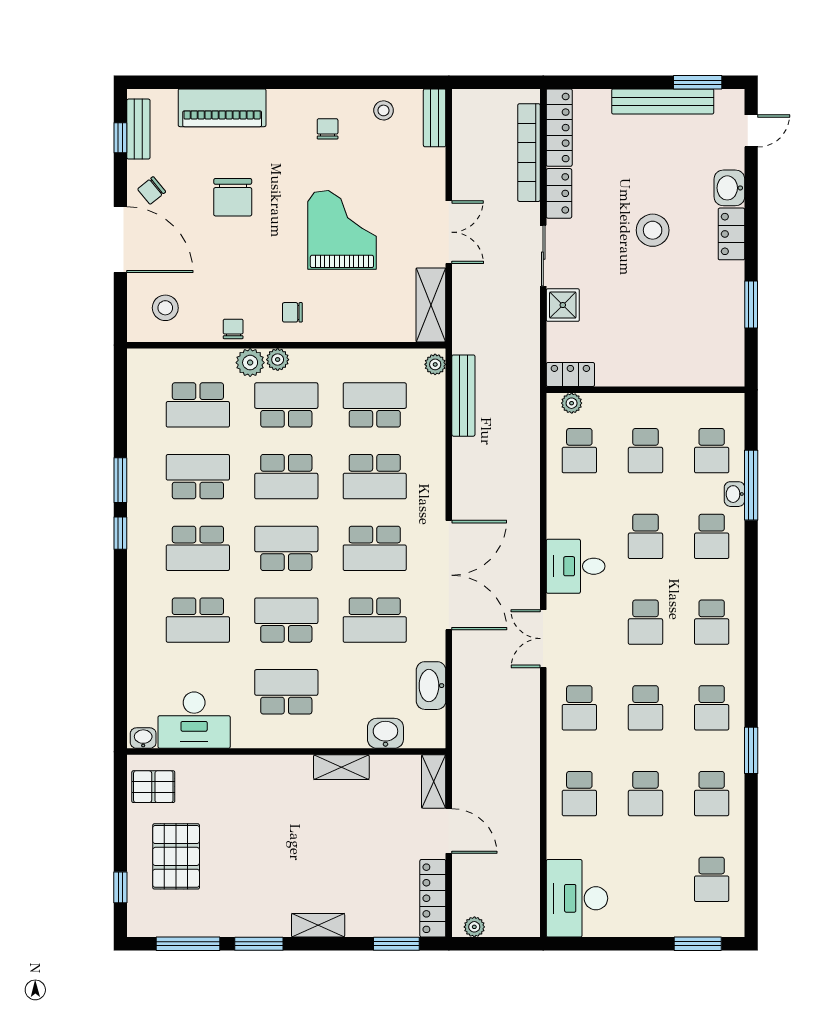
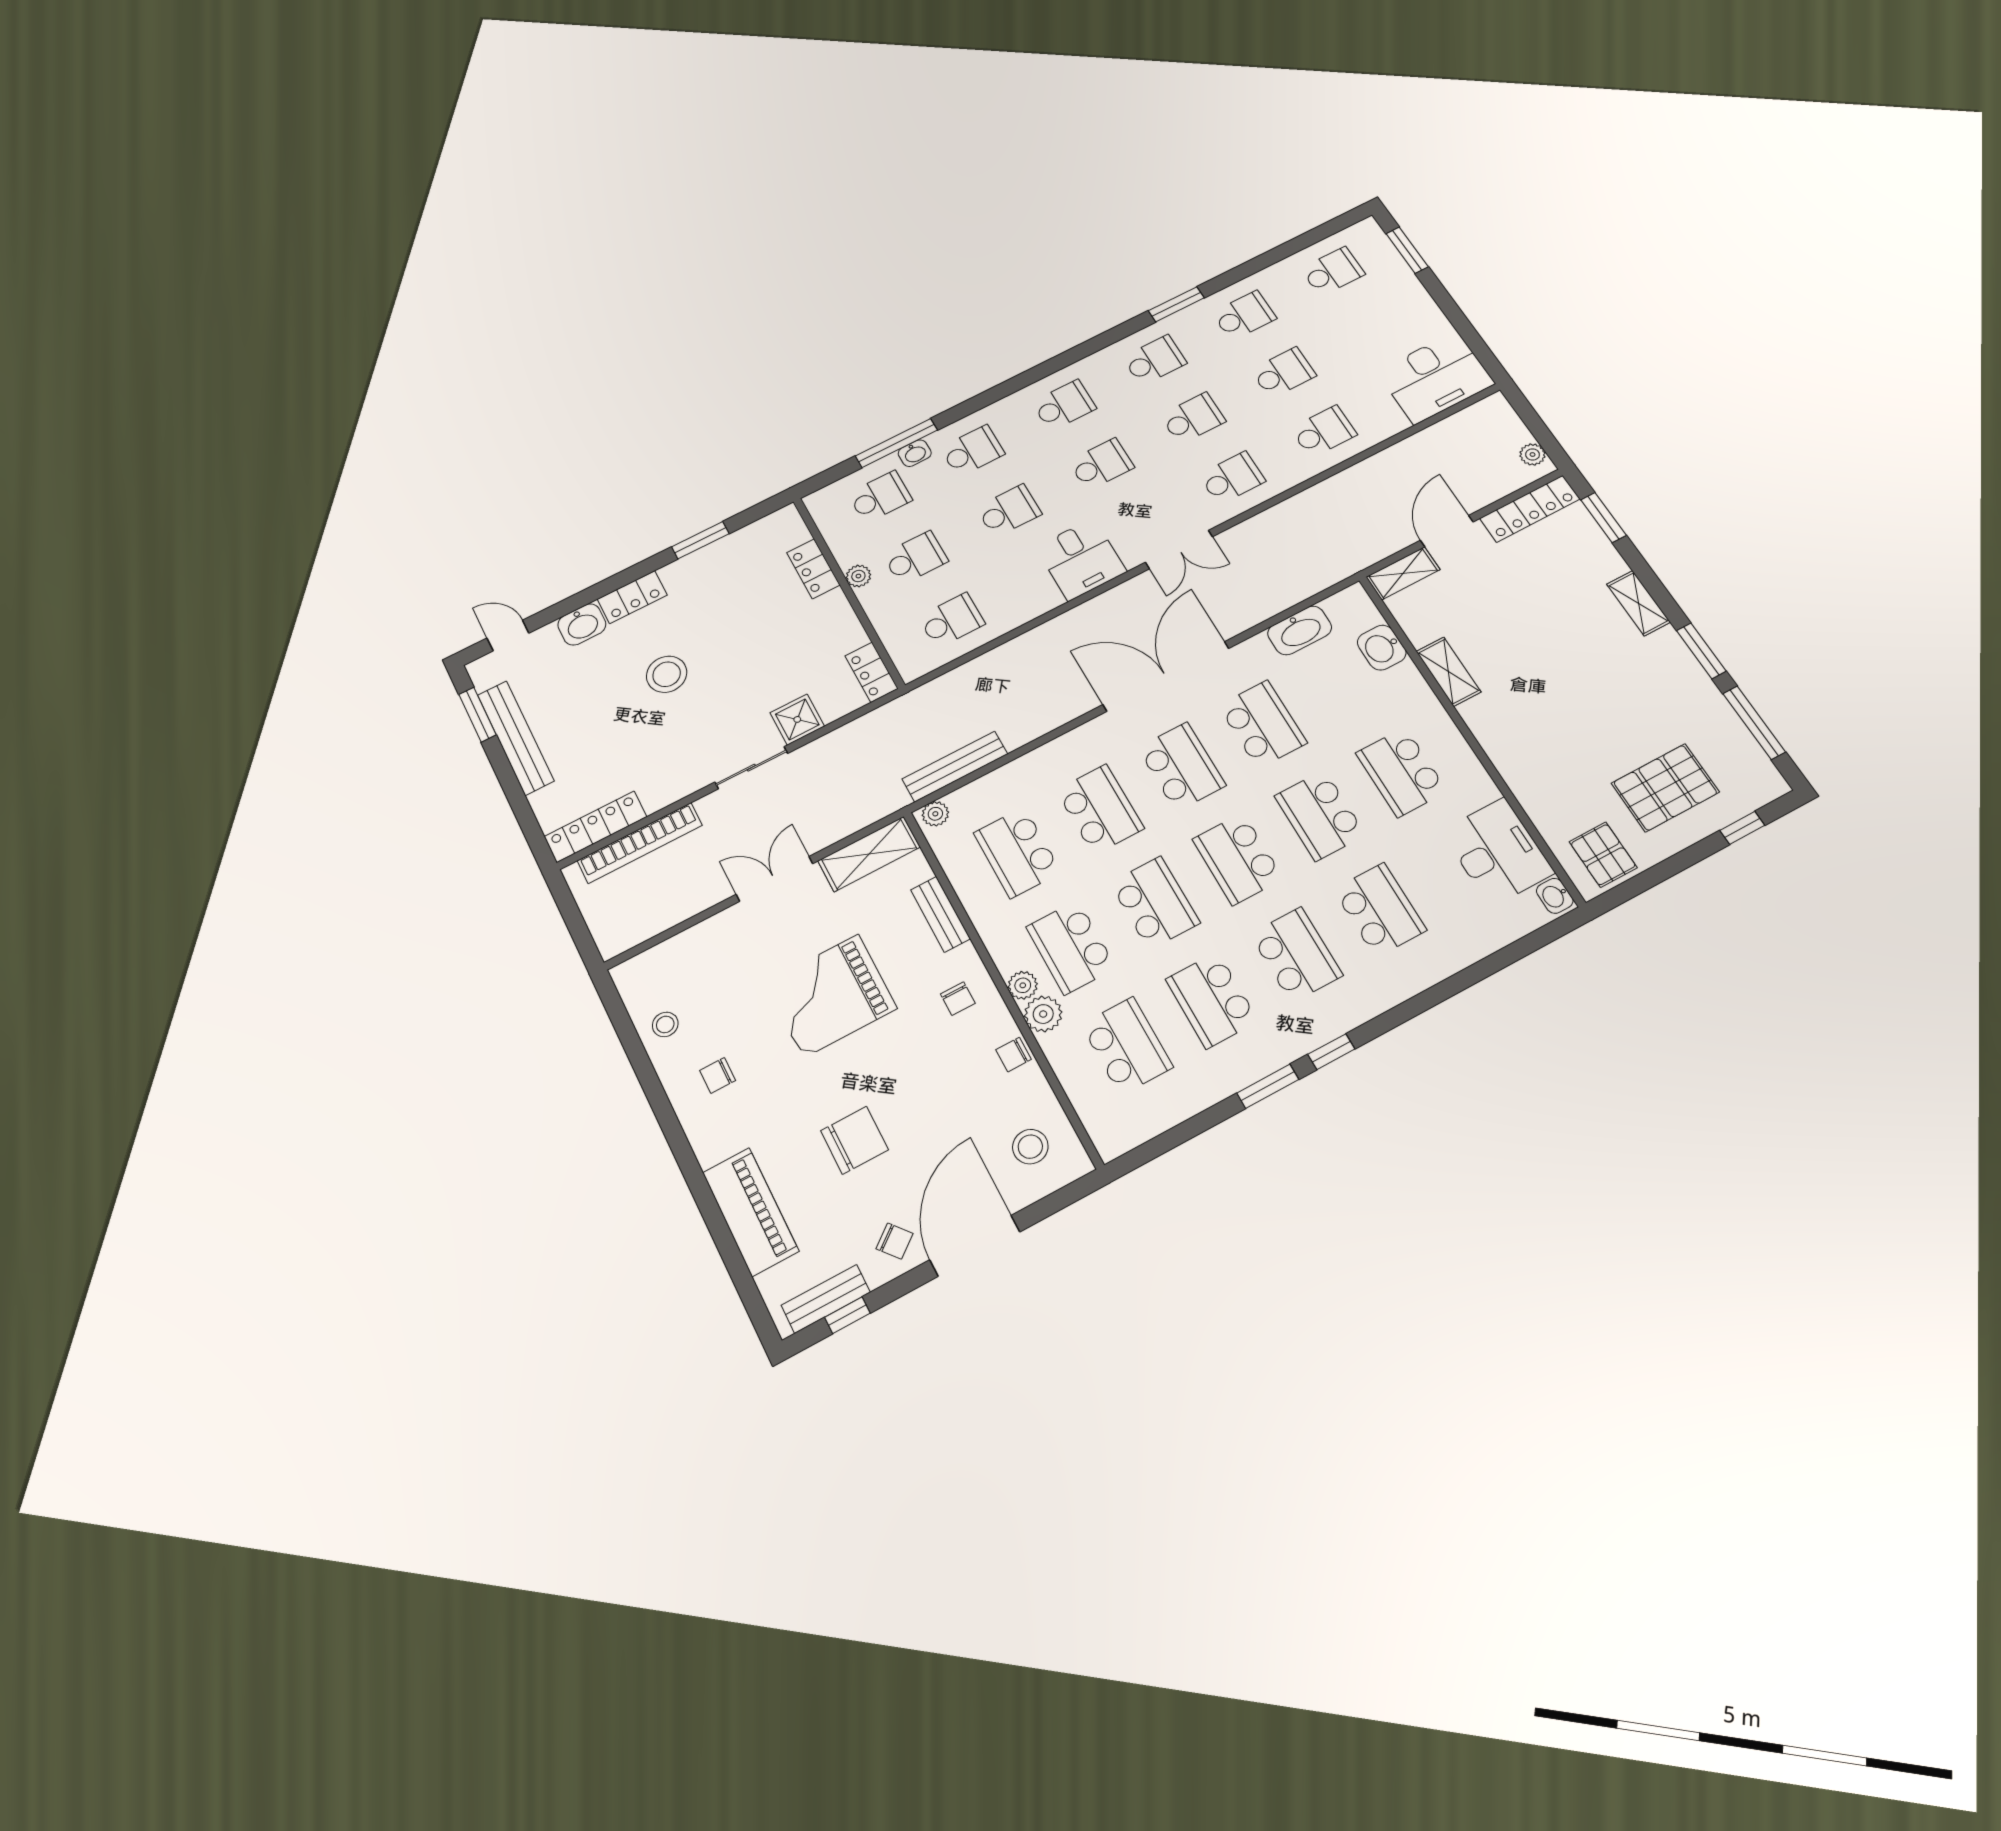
bench: (435, 118) -> (940, 914), moved, turned 90
locker: (559, 193) -> (813, 569), moved, turned -90
plant: (572, 403) -> (858, 576), moved

